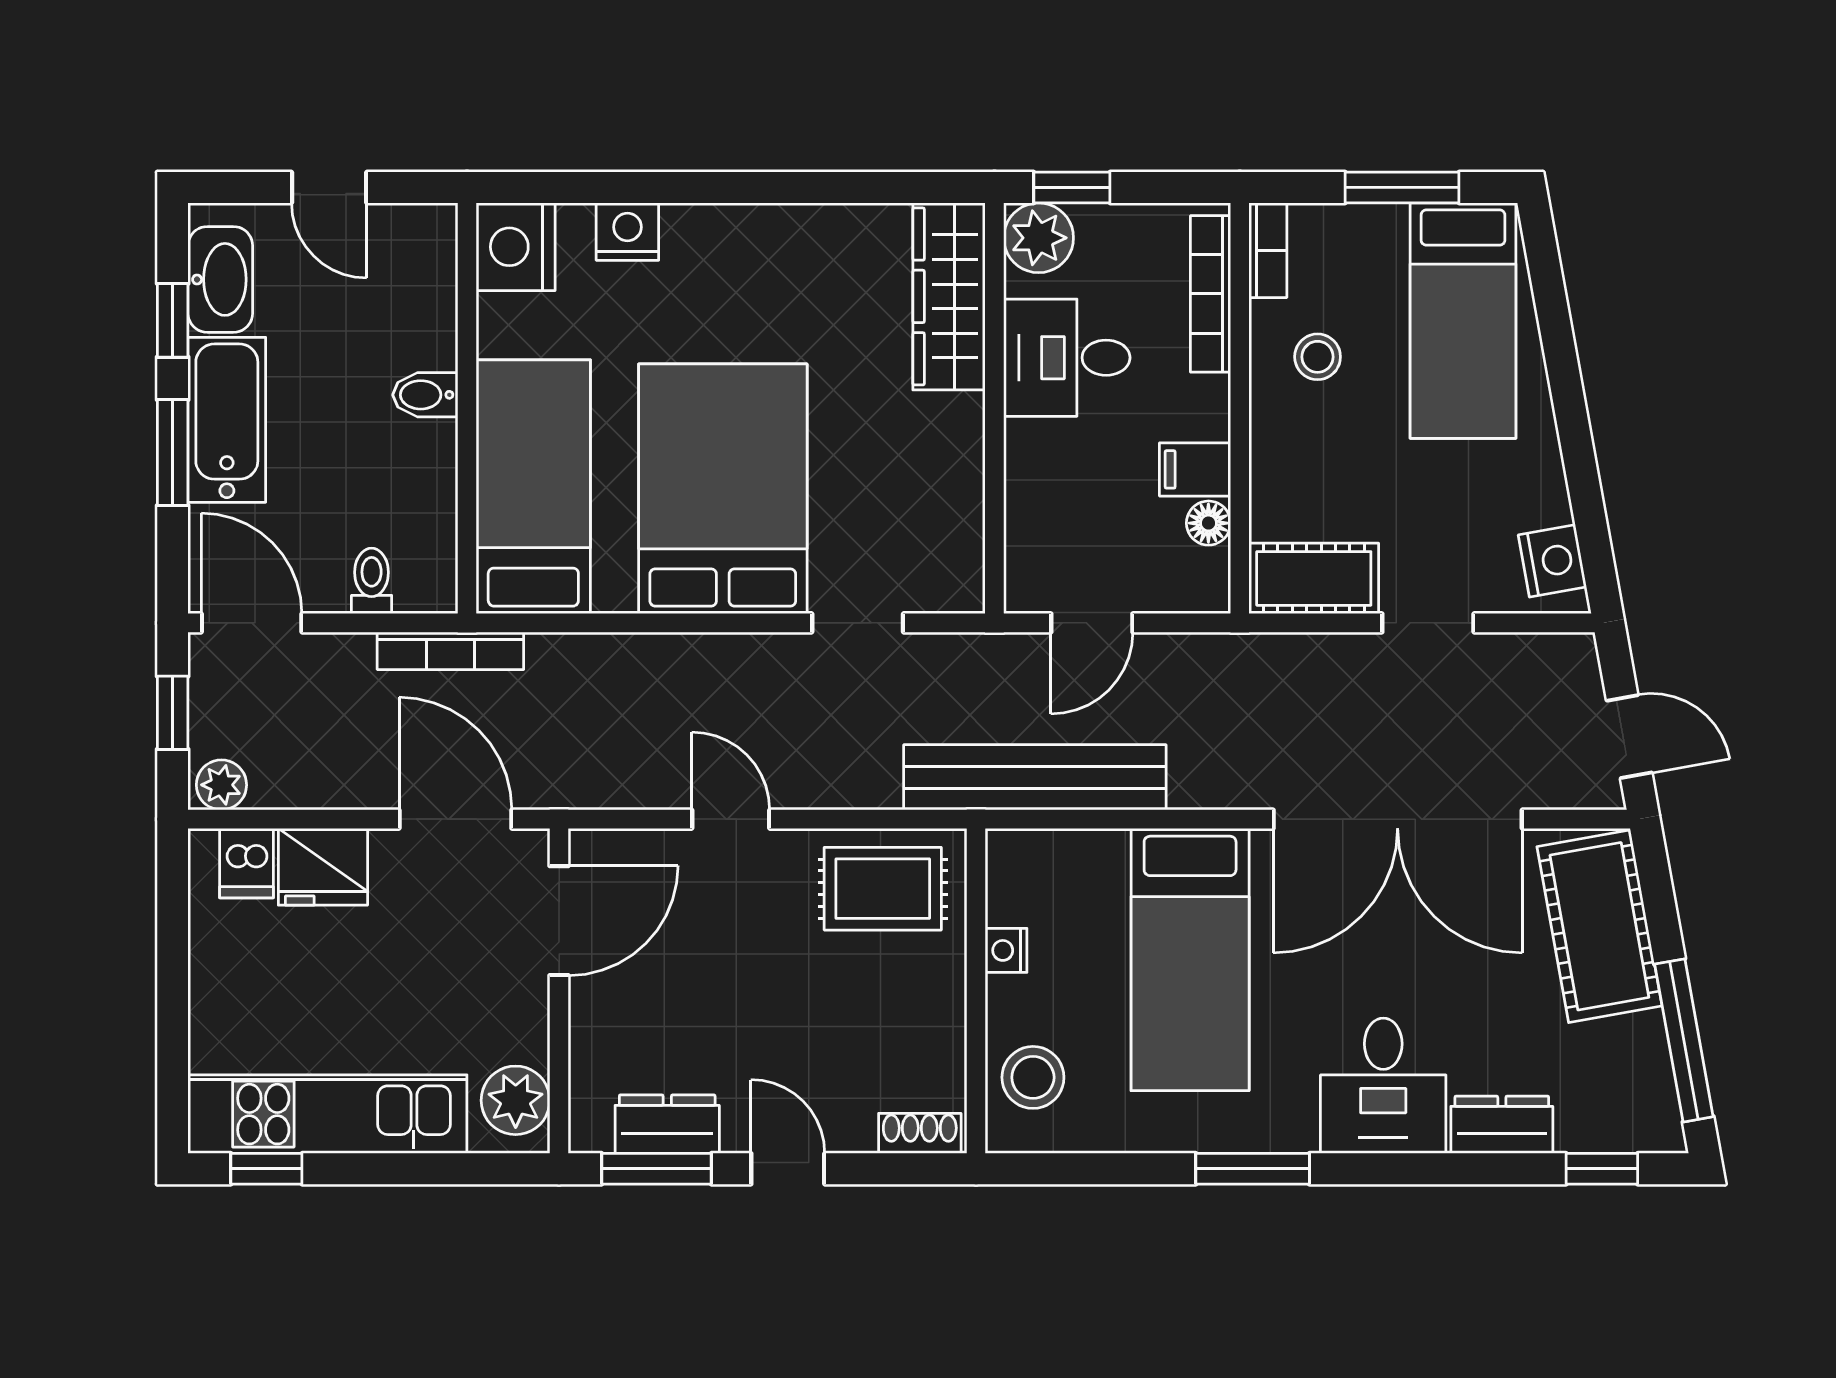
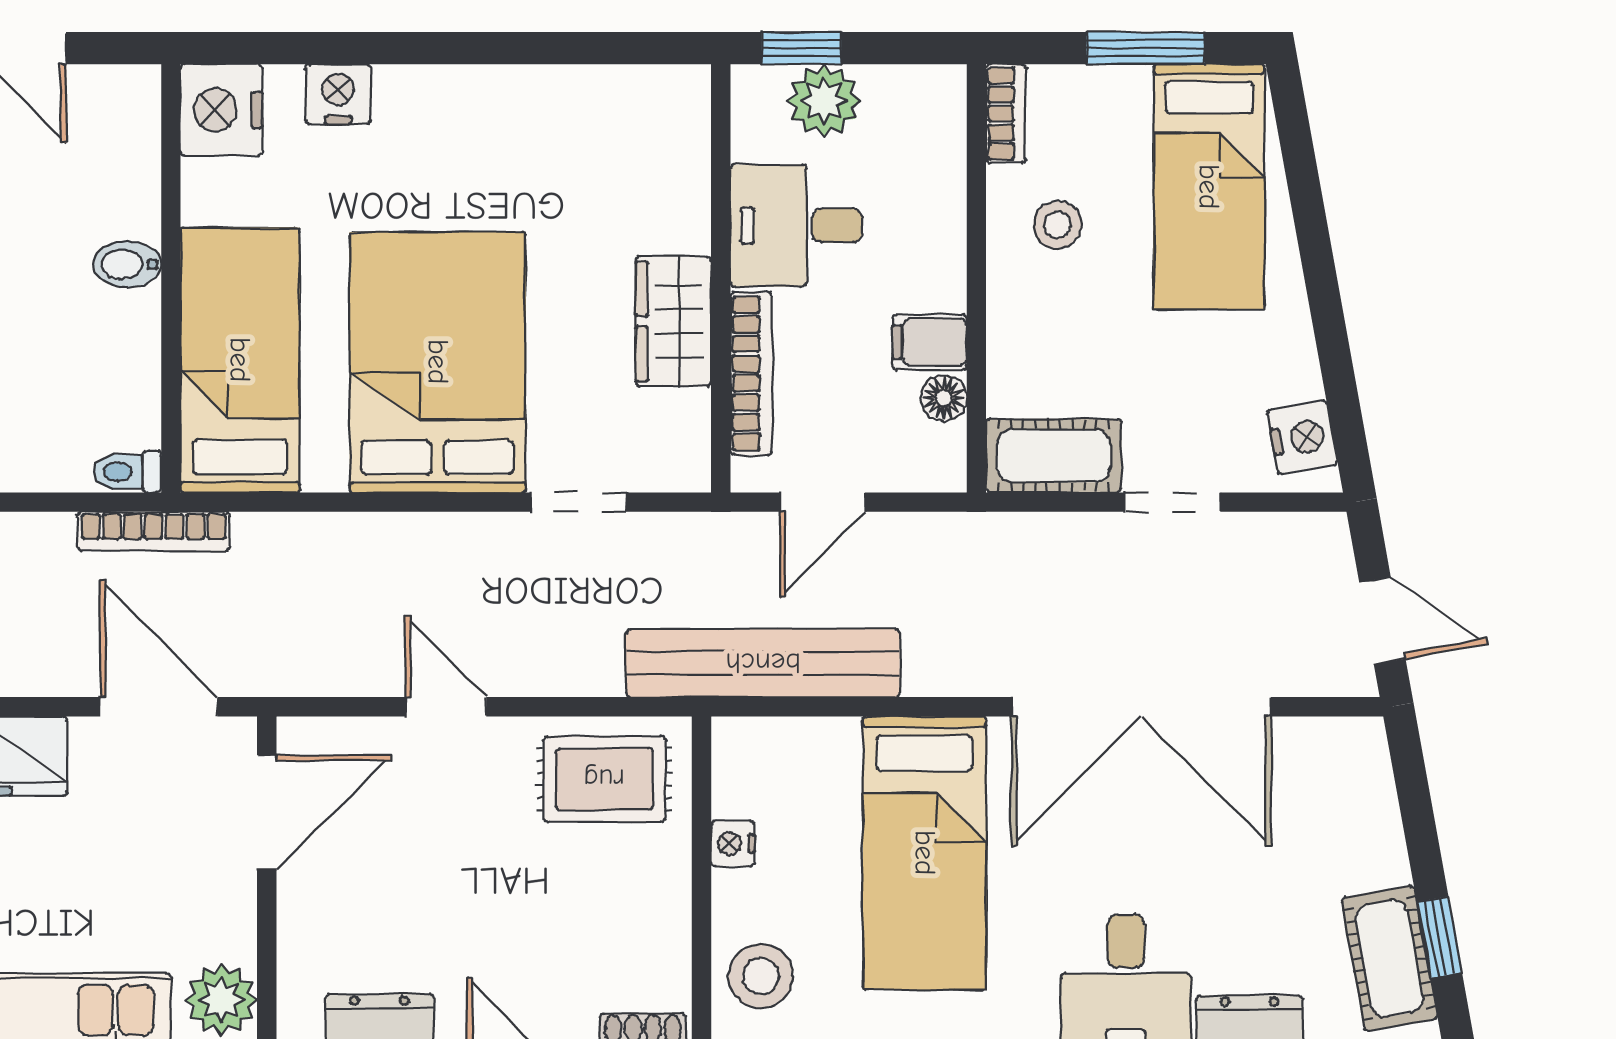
plant: (1039, 238) -> (824, 101), moved
bookcase: (1211, 294) -> (751, 373), moved, turned 180
wardrobe: (949, 296) -> (673, 321), moved, width x0.67
toilet: (372, 581) -> (127, 472), moved, turned -90
cot: (1599, 926) -> (1389, 958), moved, width x0.73, depth x0.75
window: (1684, 1040) -> (1439, 937), width x0.46

